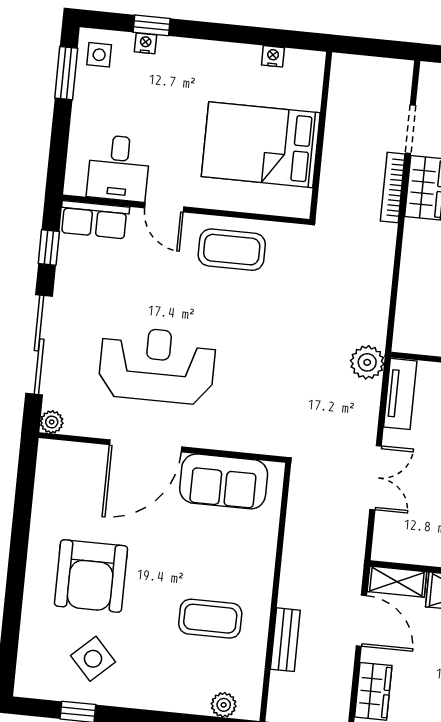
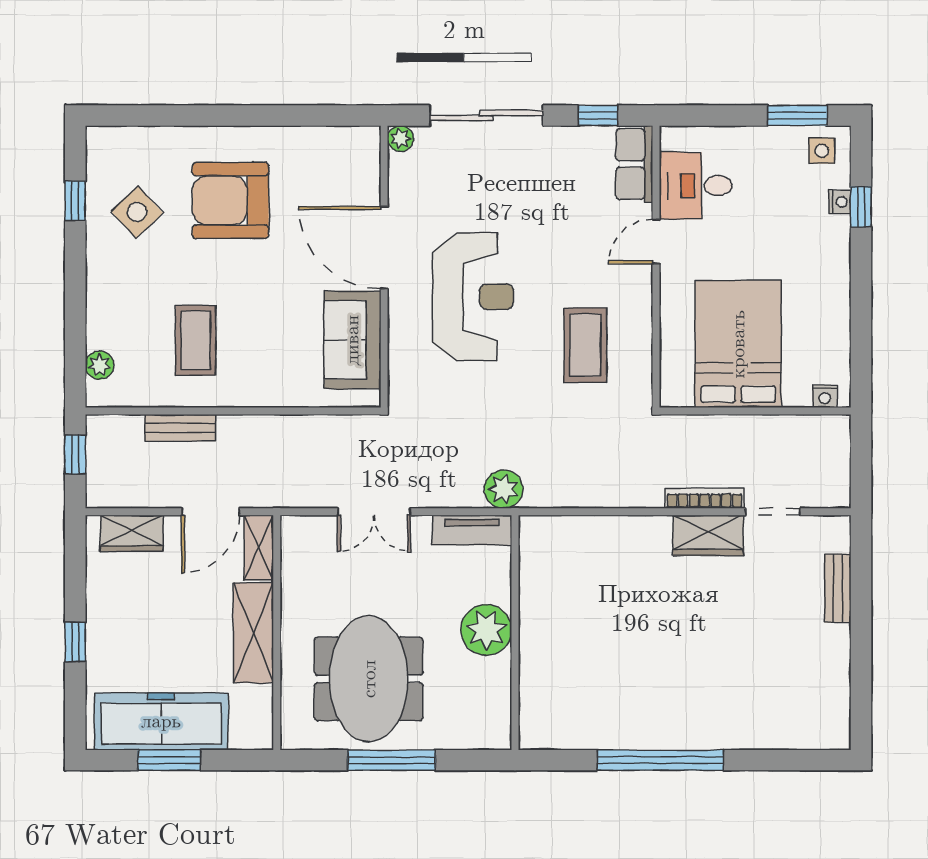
nightstand: (273, 56) -> (825, 396), moved, turned 90
coffee table: (232, 250) -> (585, 345), moved
reception desk: (157, 365) -> (473, 297), moved

